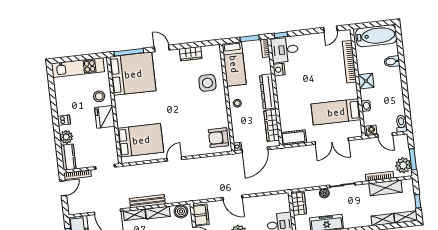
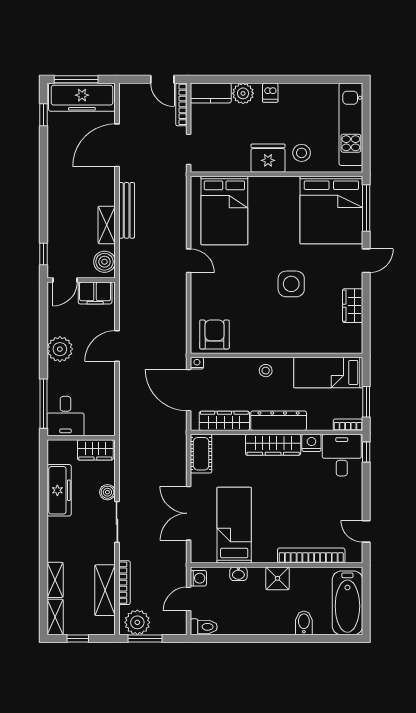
side table: (207, 83) -> (291, 284), moved
wardrobe: (283, 93) -> (273, 445), added
shelving: (135, 215) -> (108, 188), removed

